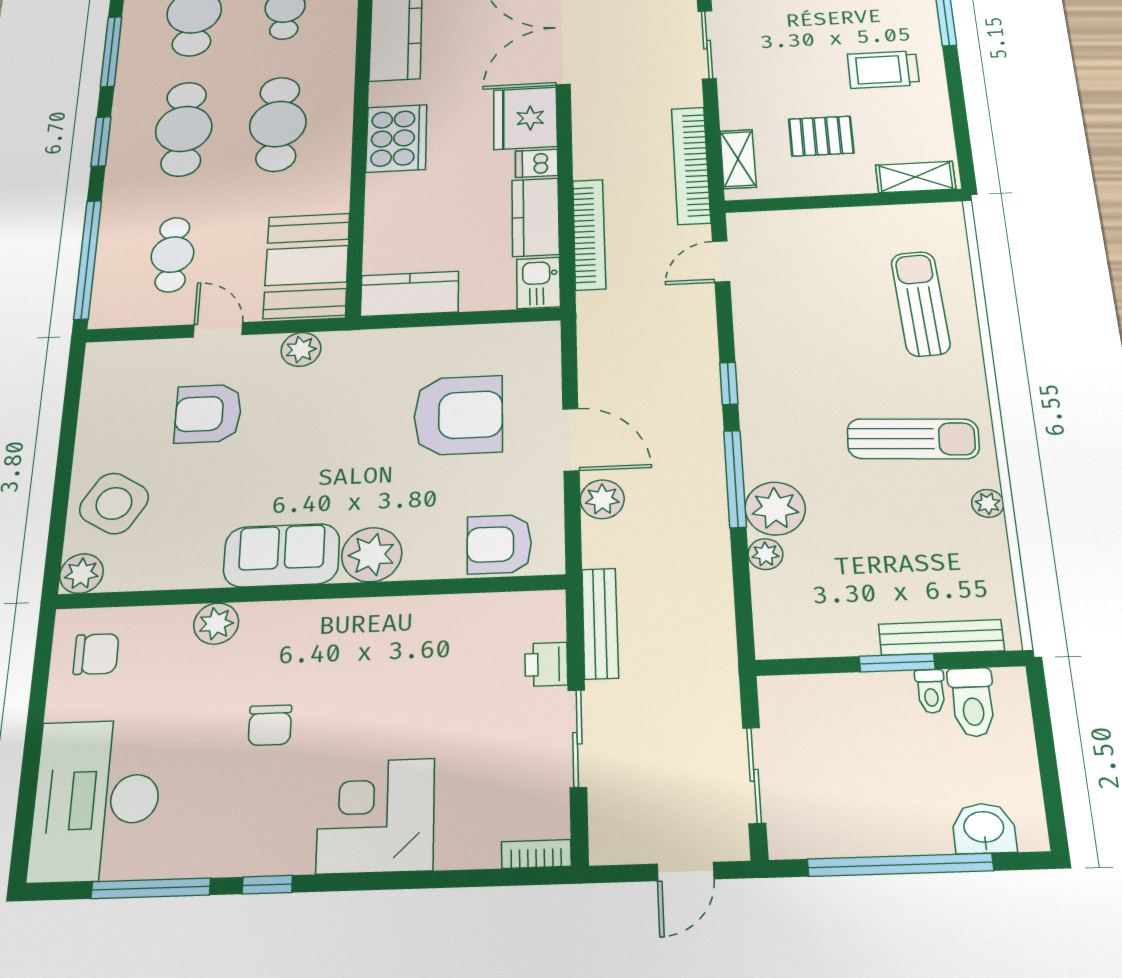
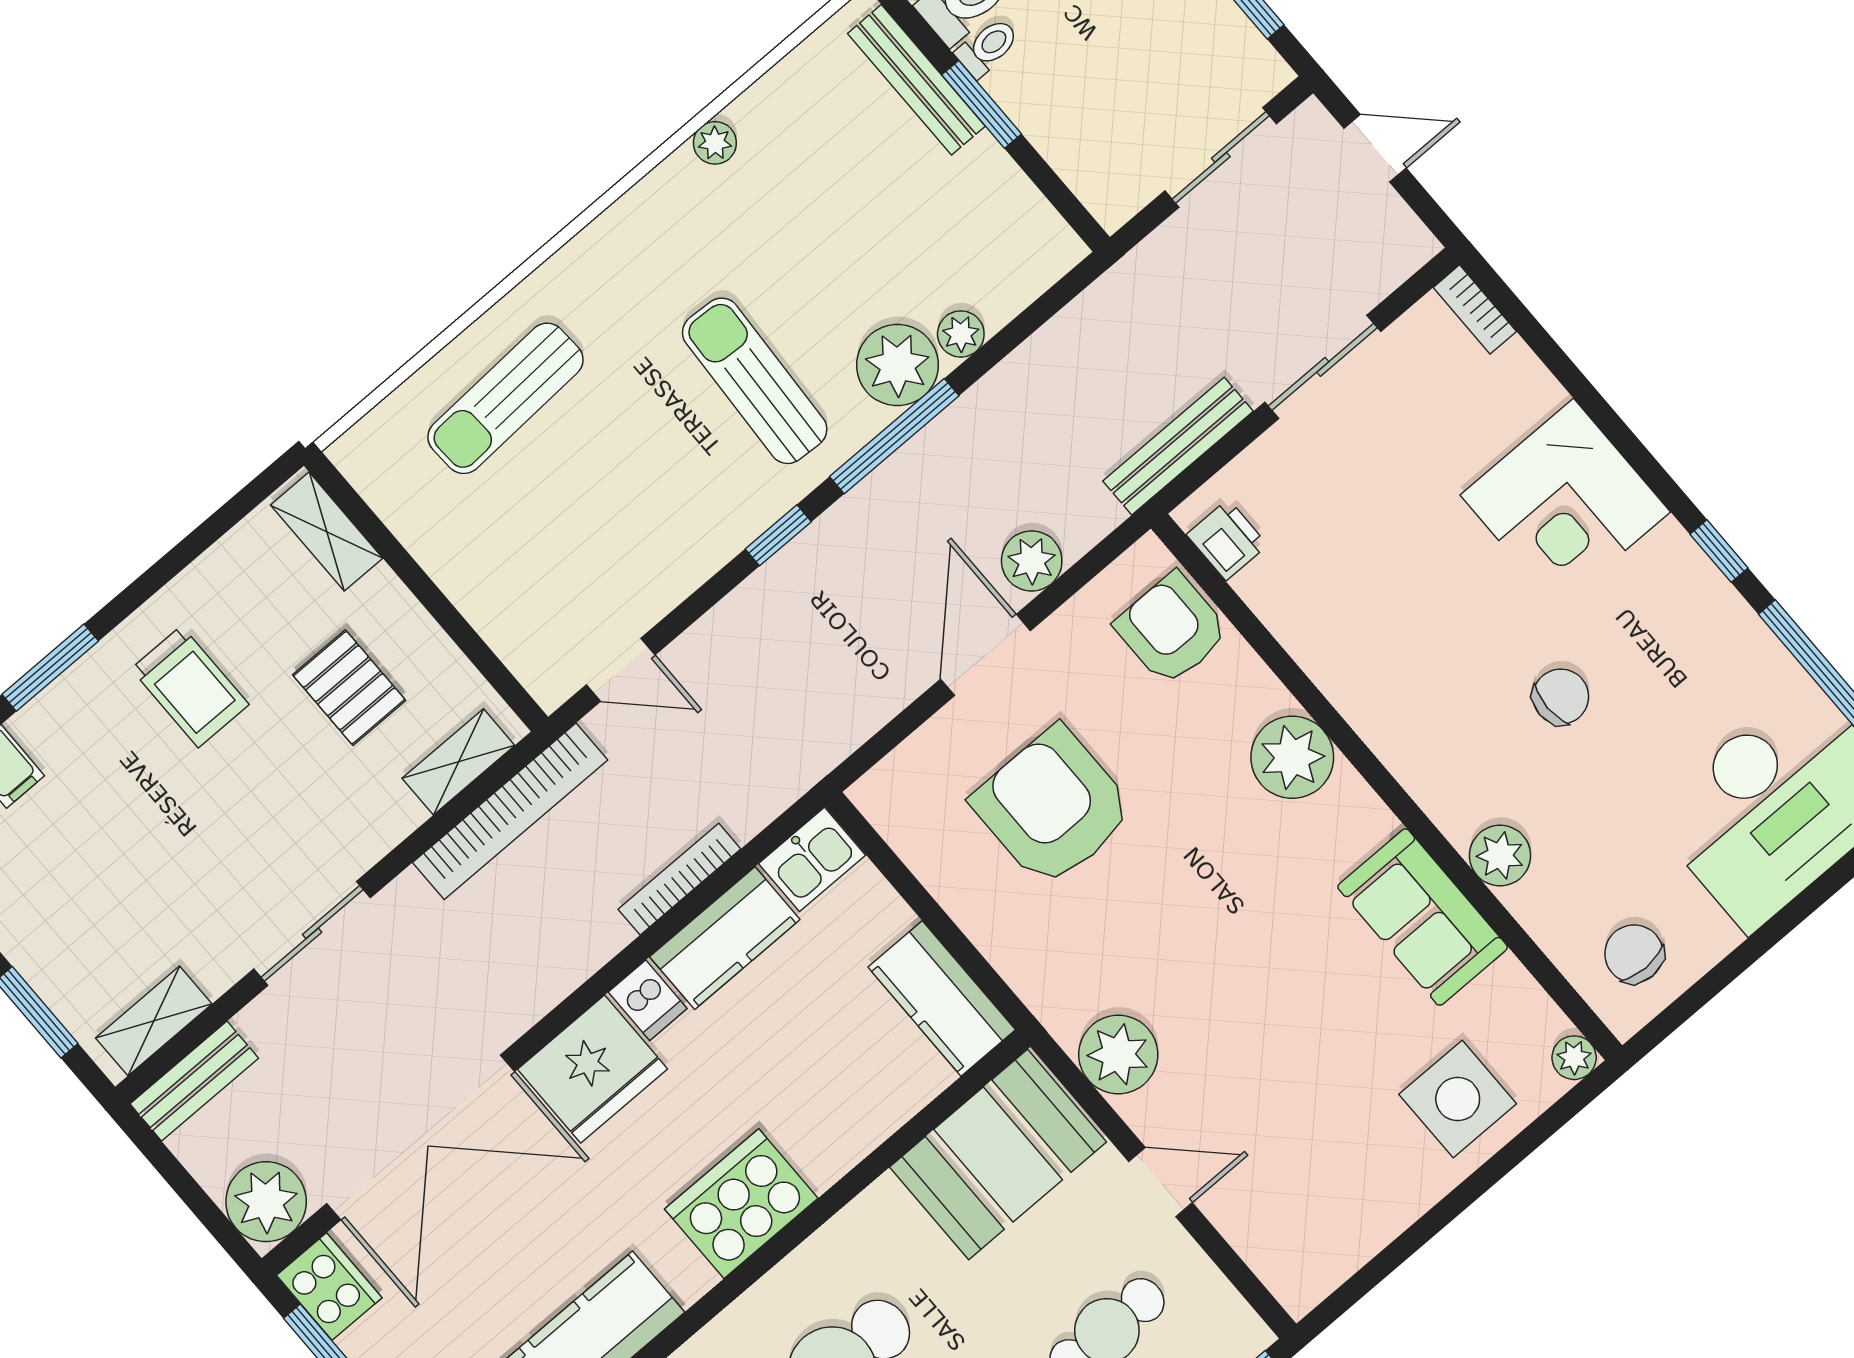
bookcase: (589, 234) -> (679, 879), width x0.68, depth x0.76
door: (218, 330) -> (1161, 1182), swing flipped
plant: (301, 349) -> (1118, 1055), width x1.36, depth x1.36
armchair: (208, 414) -> (1271, 1094), removed
sun lounger: (913, 439) -> (755, 381), moved
side table: (114, 503) -> (1458, 1099), turned -32
armchair: (499, 544) -> (1172, 629), turned 180
sofa: (282, 555) -> (1423, 917), moved
plant: (81, 574) -> (1574, 1058), width x0.73, depth x0.73
printer: (546, 664) -> (1227, 540), moved, turned -90

